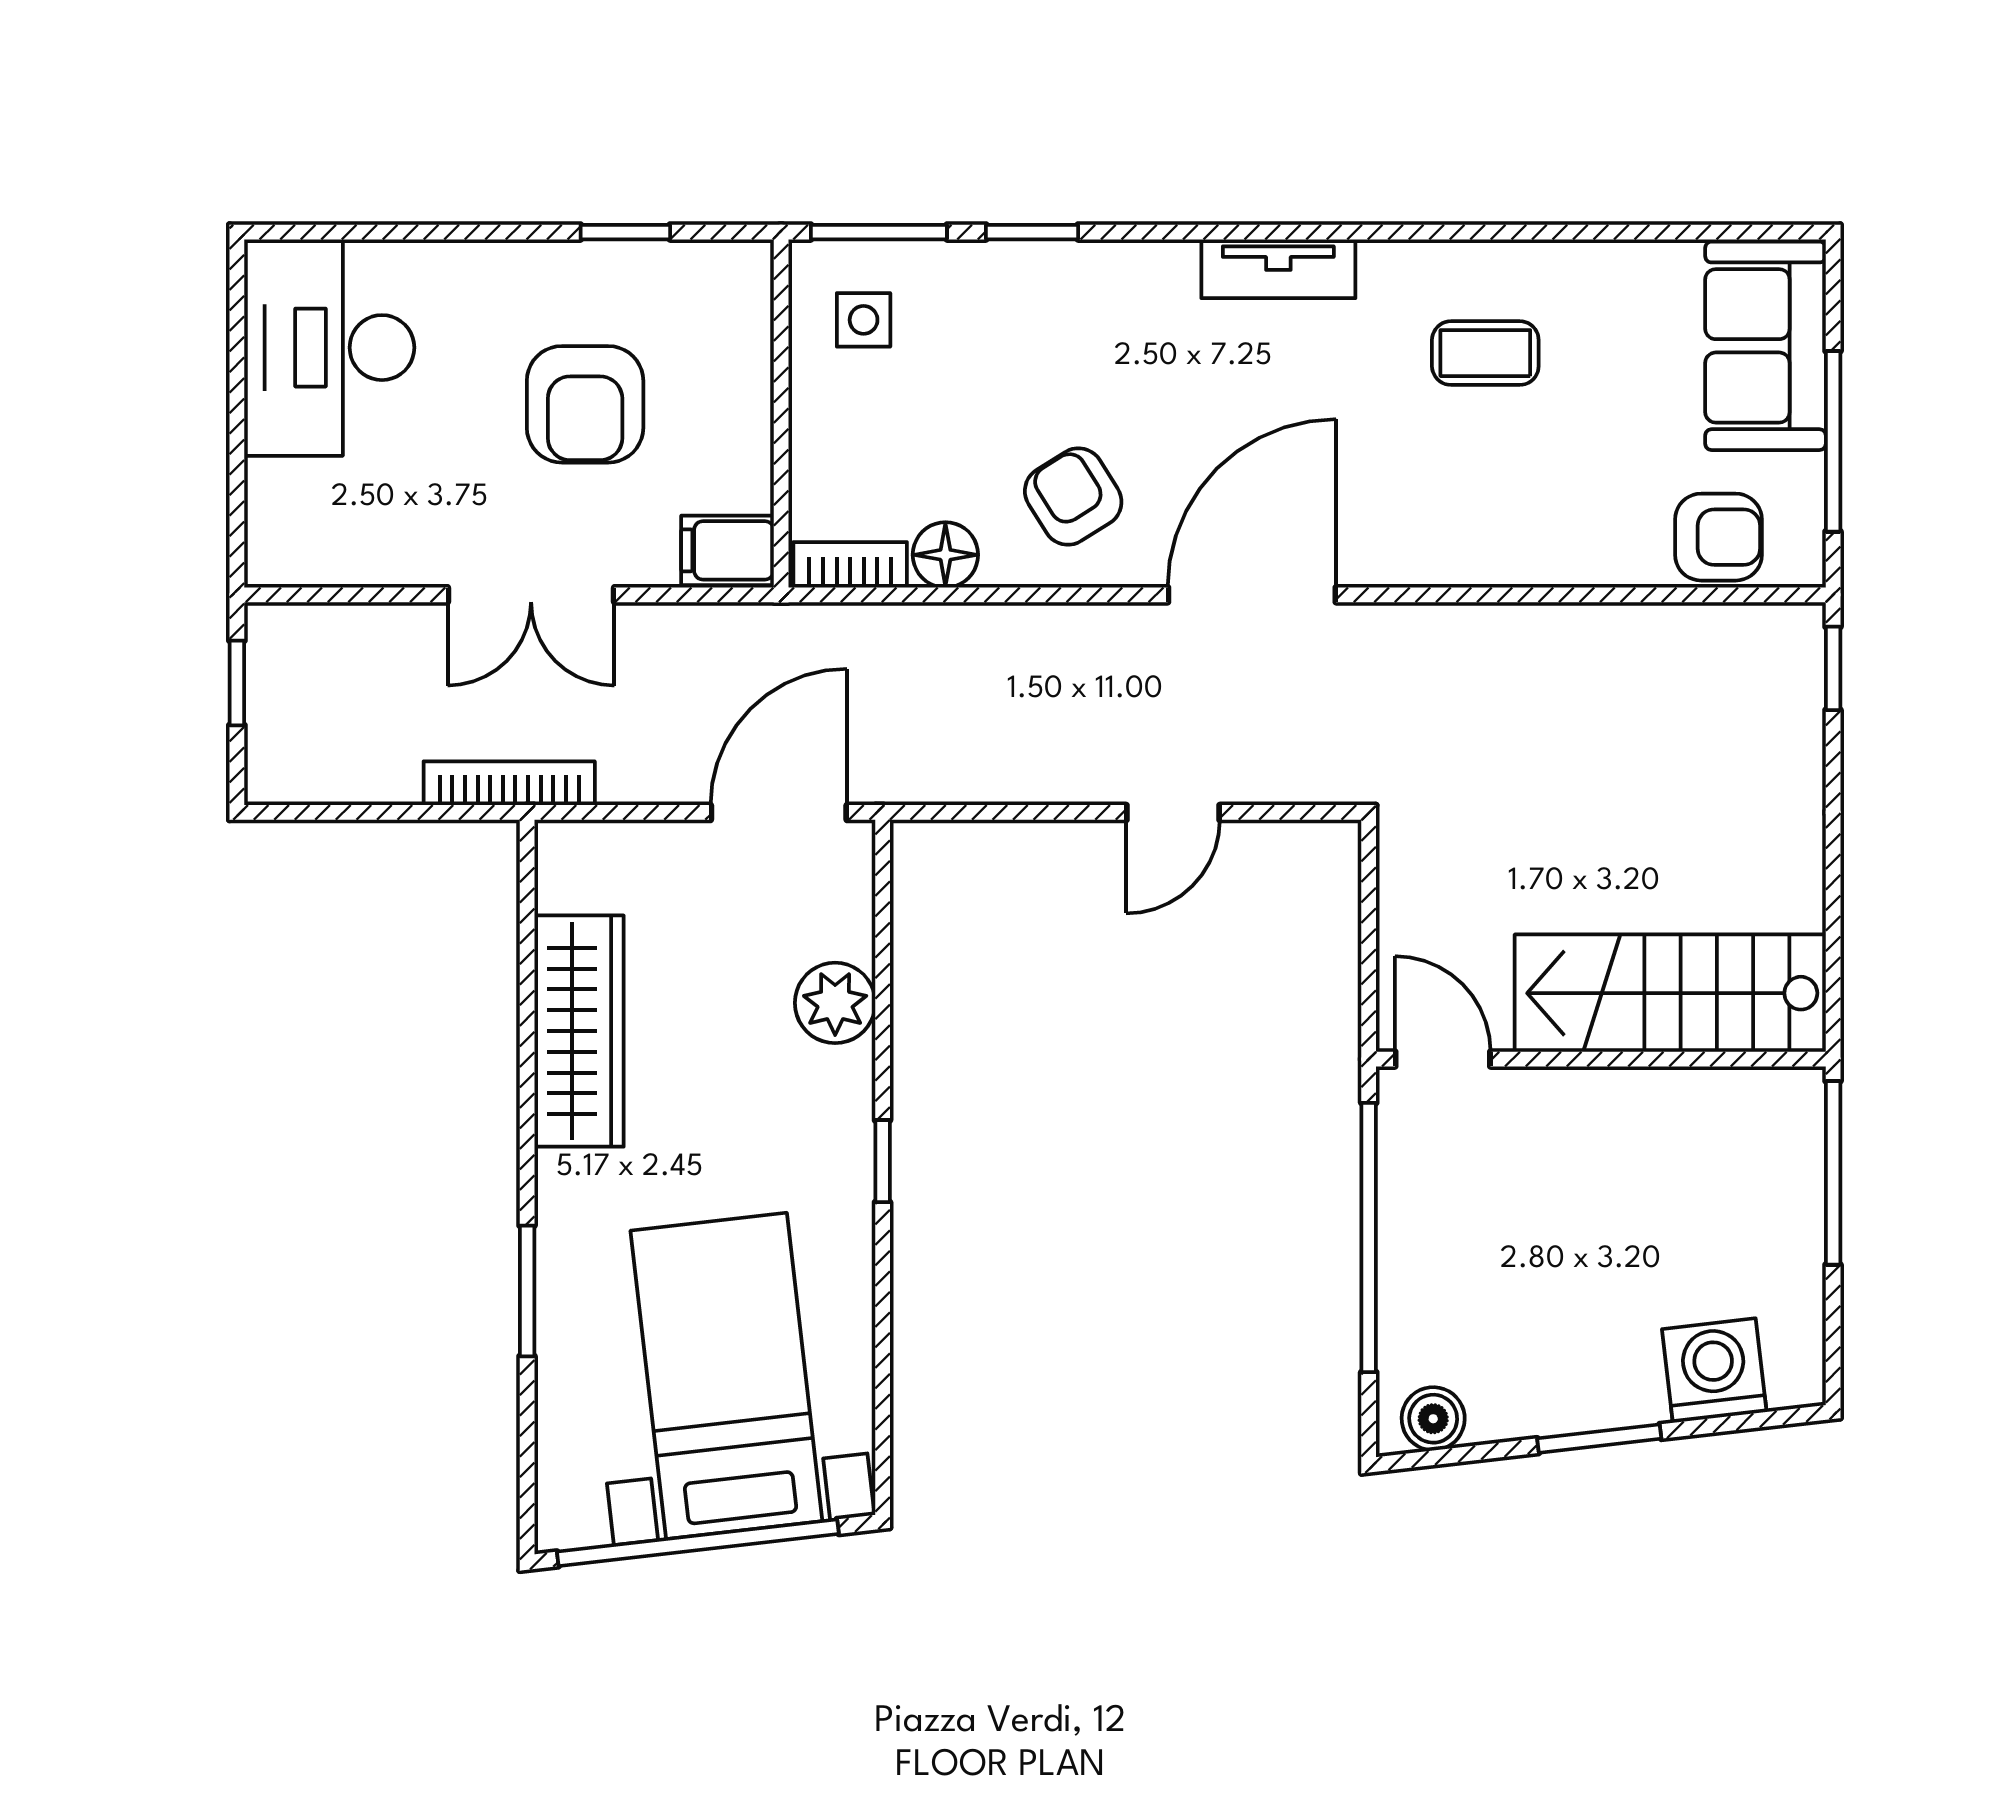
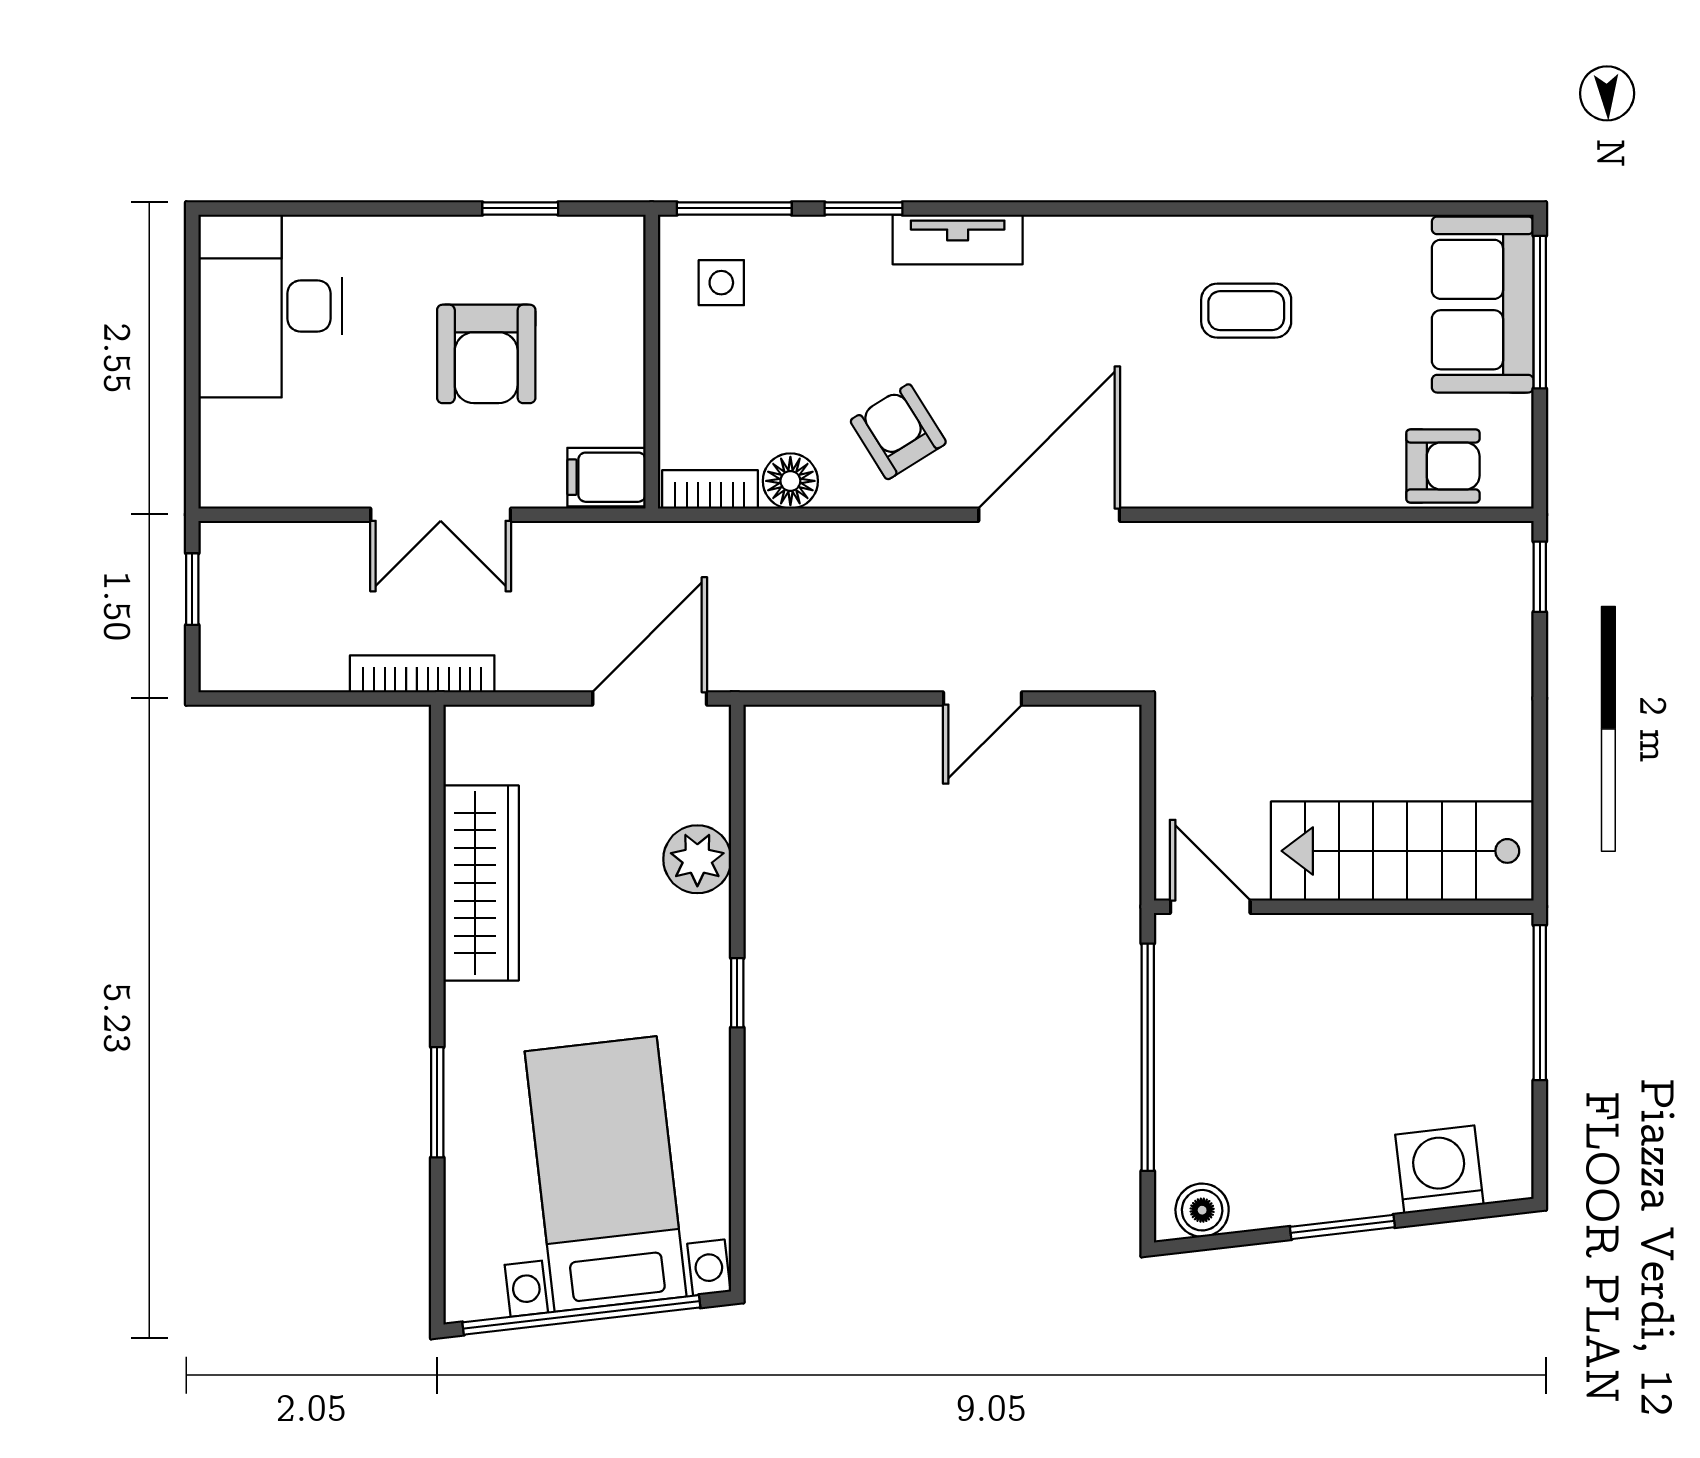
tv unit: (1278, 269) -> (958, 239), moved
window: (1833, 441) -> (1540, 312), moved

